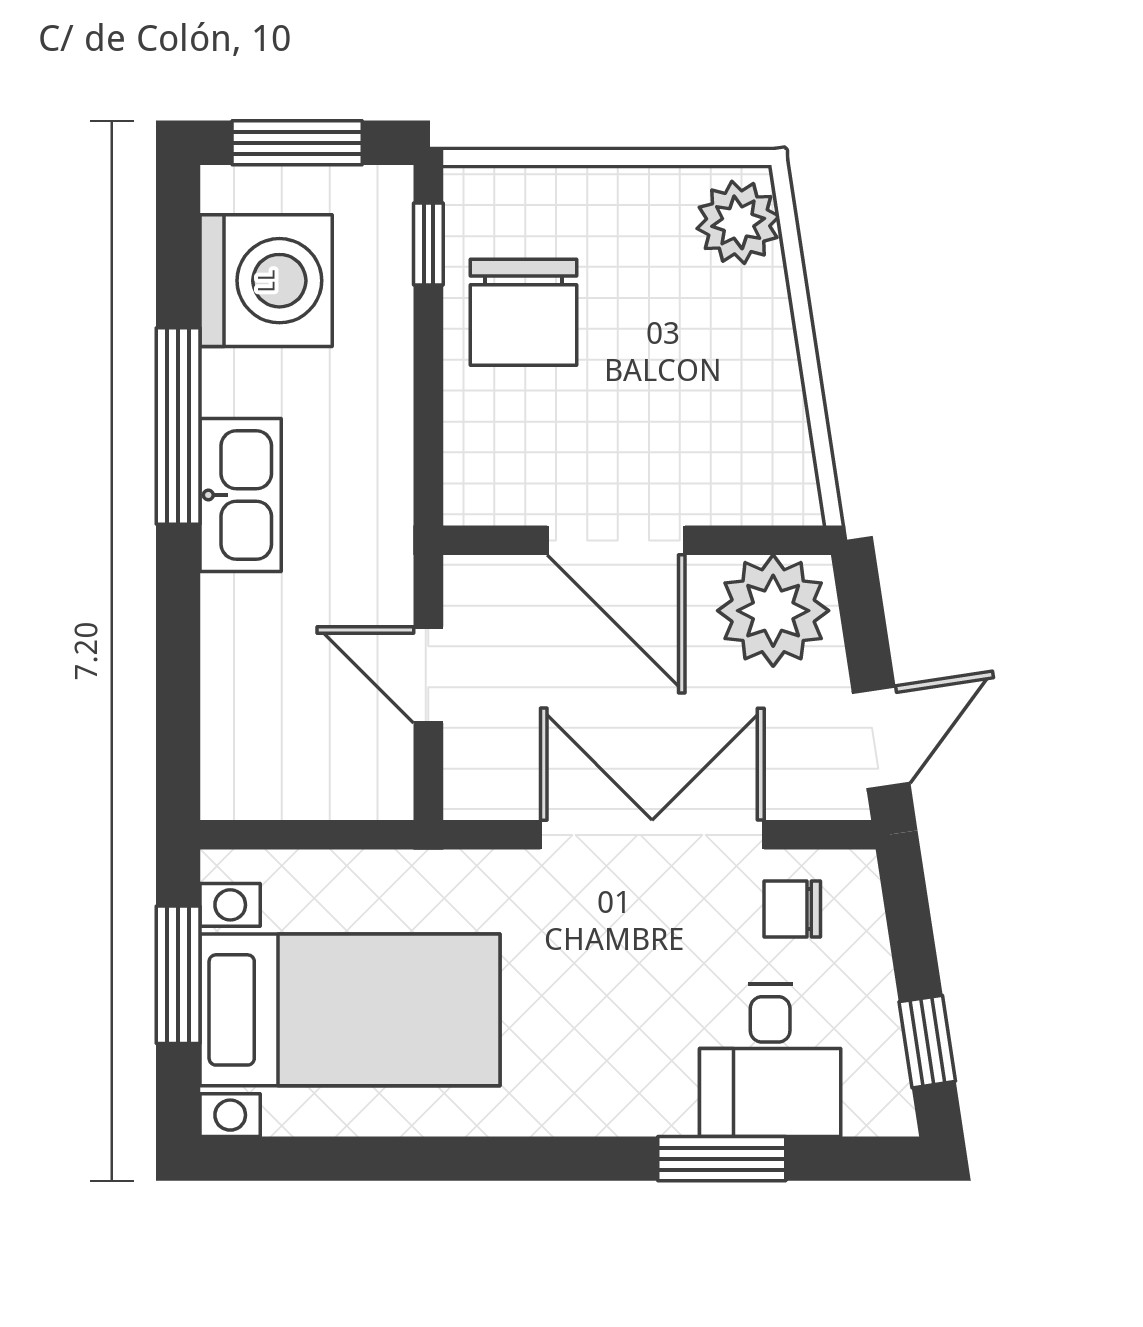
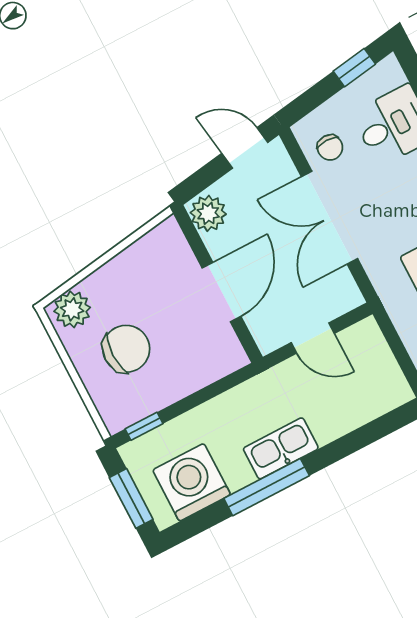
chair: (523, 312) -> (126, 349), moved
plant: (773, 611) -> (208, 213), width x0.73, depth x0.73
door: (428, 675) -> (313, 338), hinge flipped

